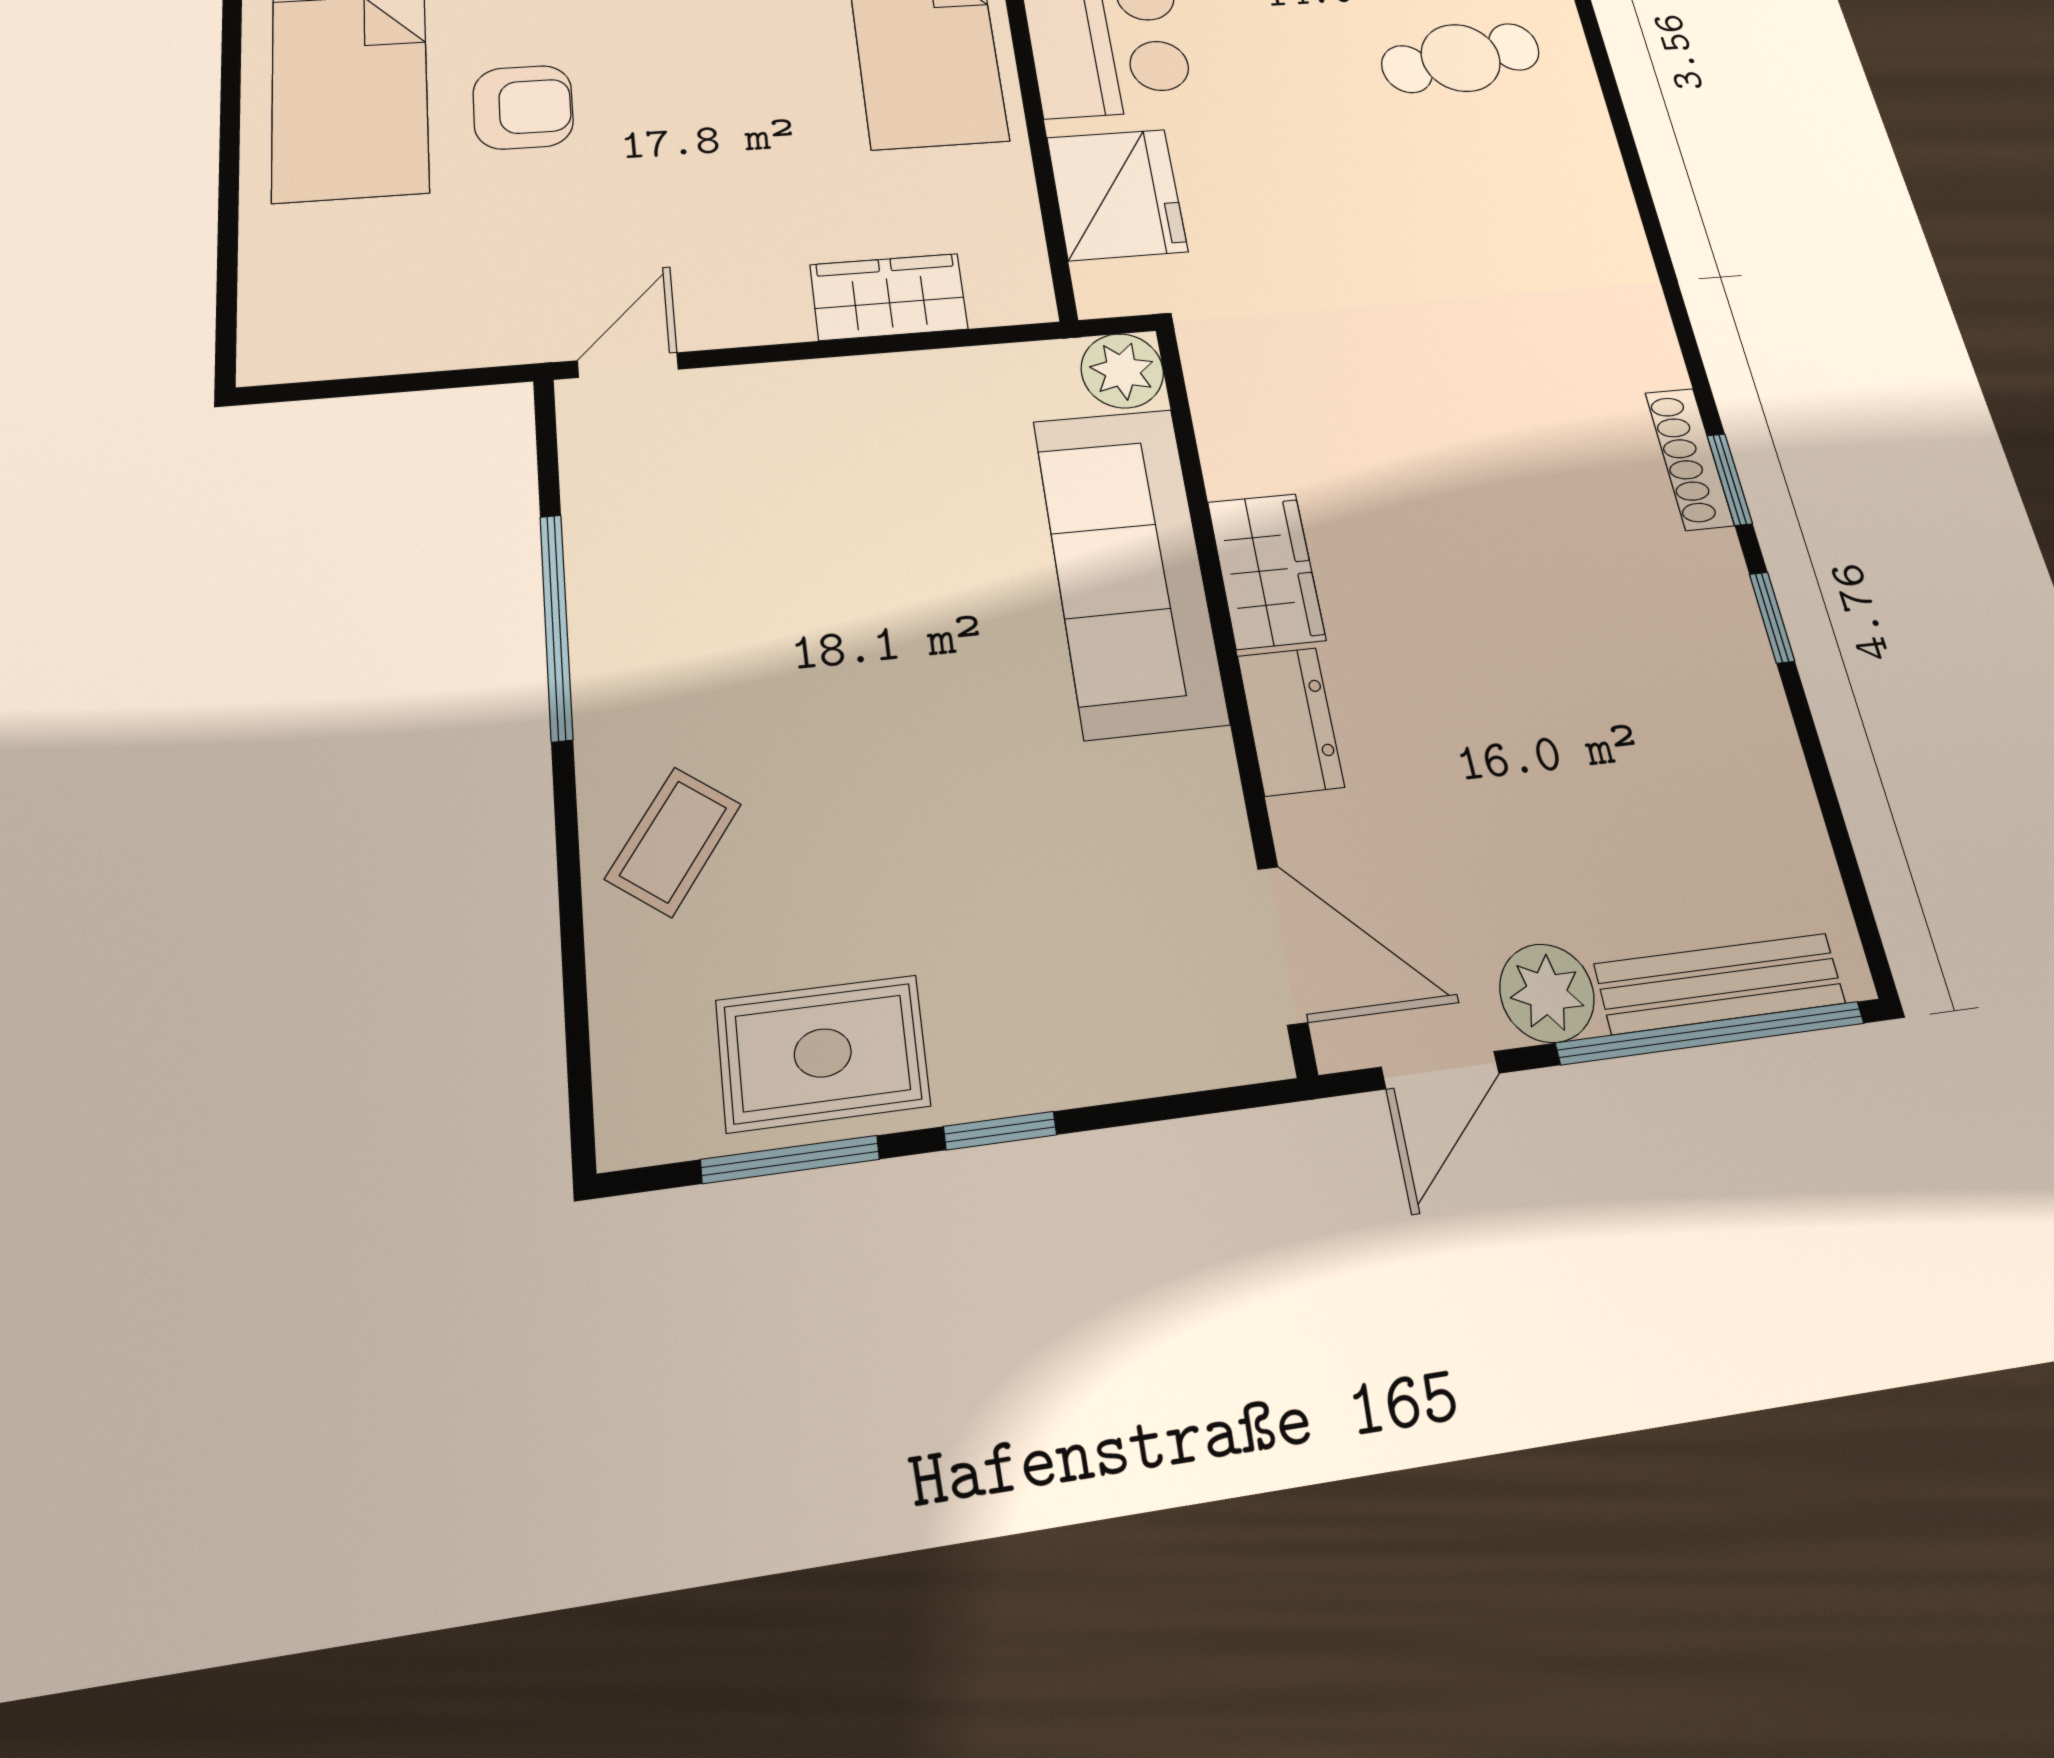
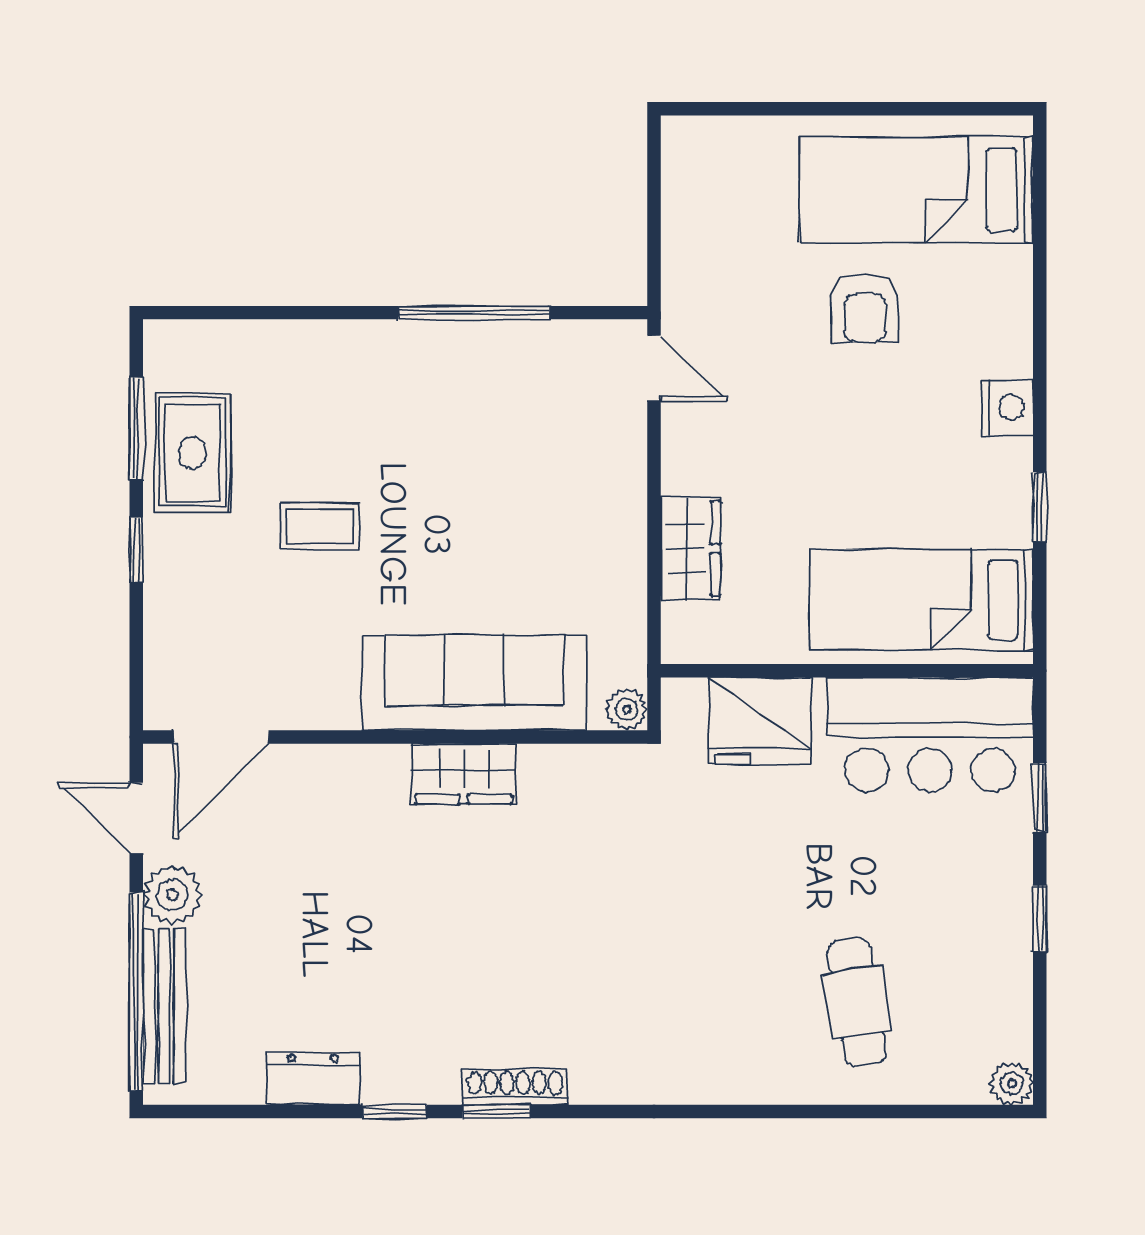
plant: (1122, 371) -> (627, 710), width x0.73, depth x0.73
dresser: (1291, 721) -> (313, 1079), moved, turned 180
coffee table: (673, 842) -> (320, 526), moved, turned -36

